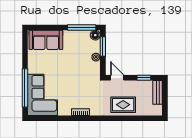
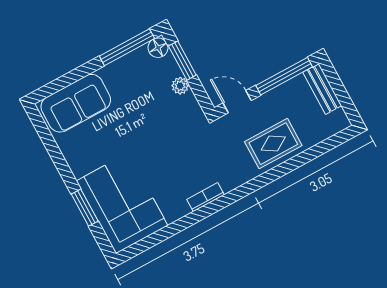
window: (144, 78) -> (284, 76), width x2.17
window: (25, 88) -> (85, 208), width x0.47

